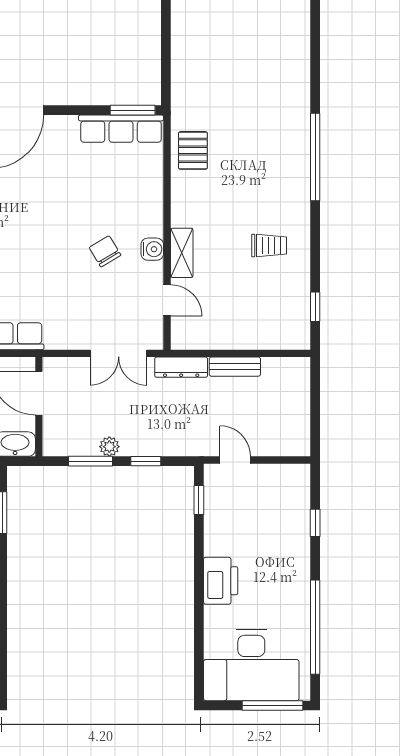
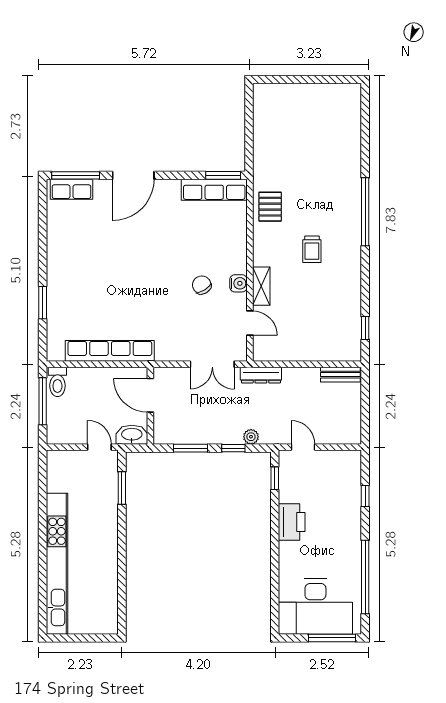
trolley: (269, 245) -> (312, 249), moved, turned 90
bench: (235, 367) -> (340, 375), moved
plant: (109, 447) -> (251, 437), moved
printer: (221, 581) -> (292, 522), moved

